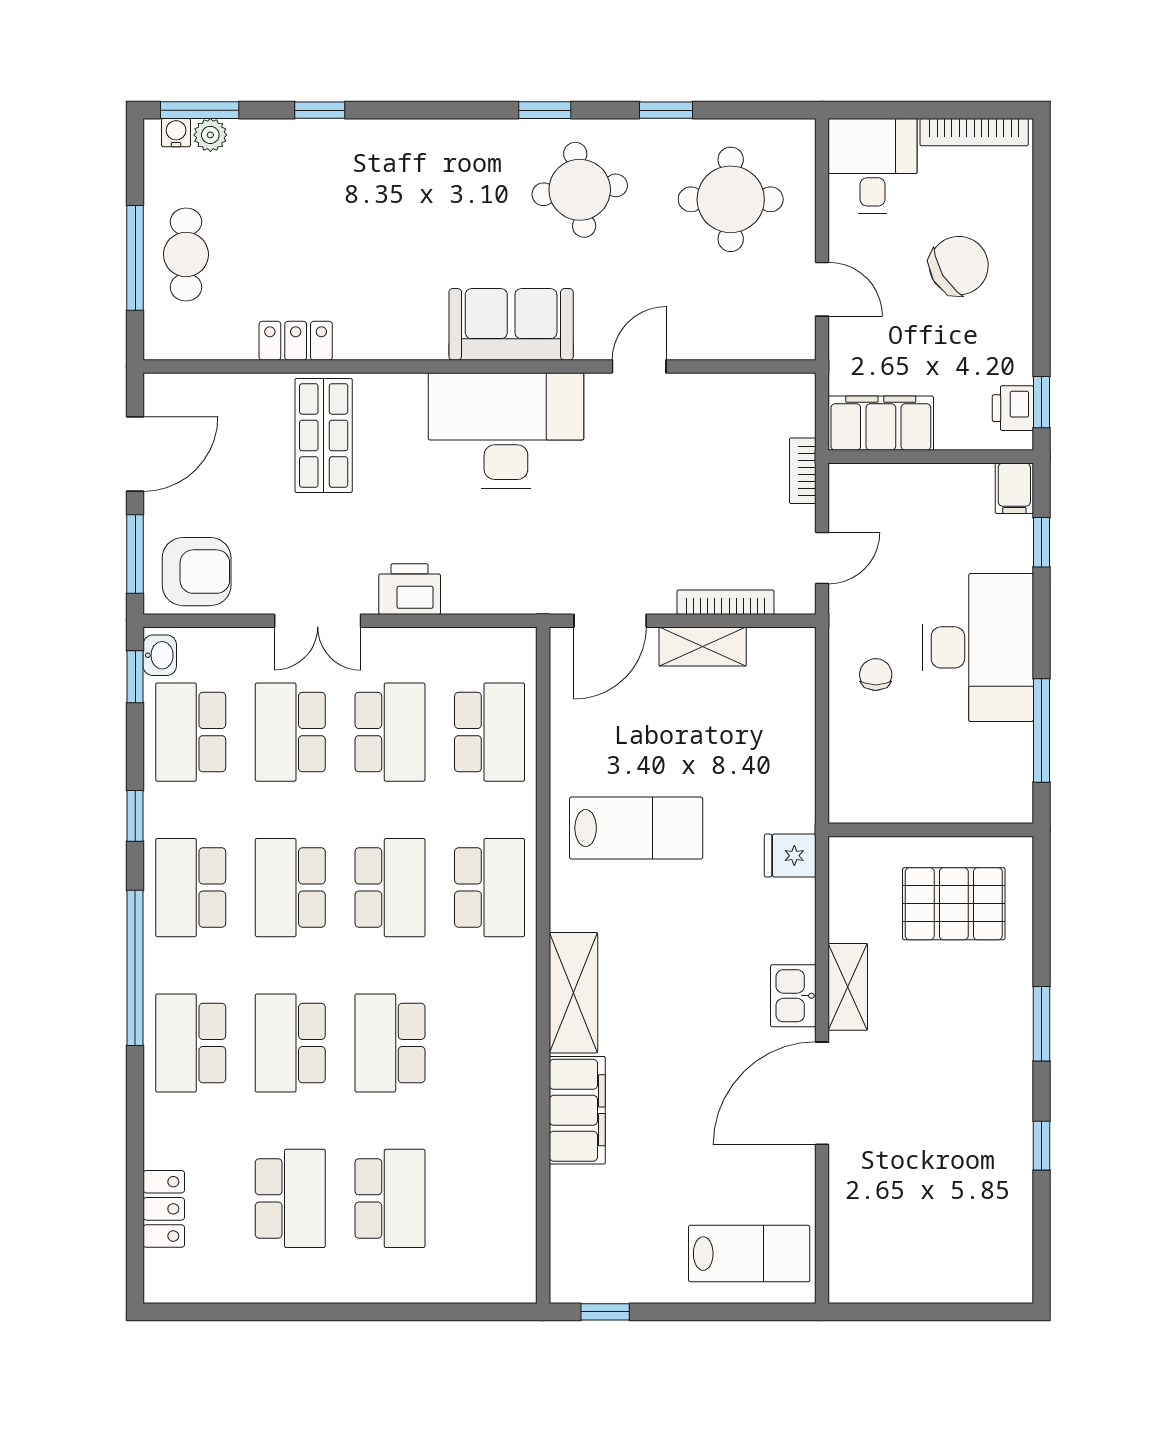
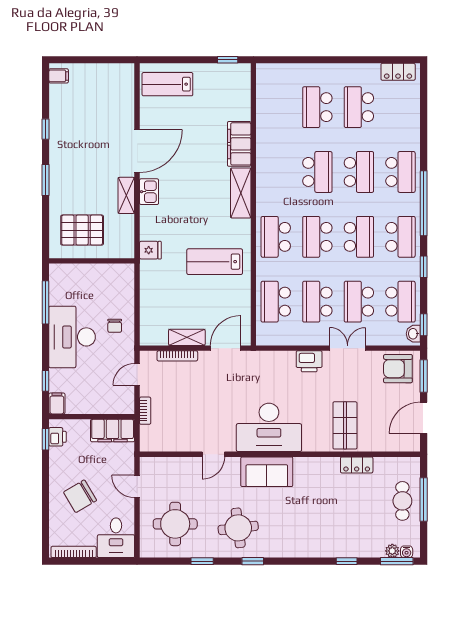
school desk: (290, 732) -> (359, 302), turned 180
locker: (164, 1209) -> (398, 72), moved, turned -90
filing cabinet: (1010, 1273) -> (59, 76), added

